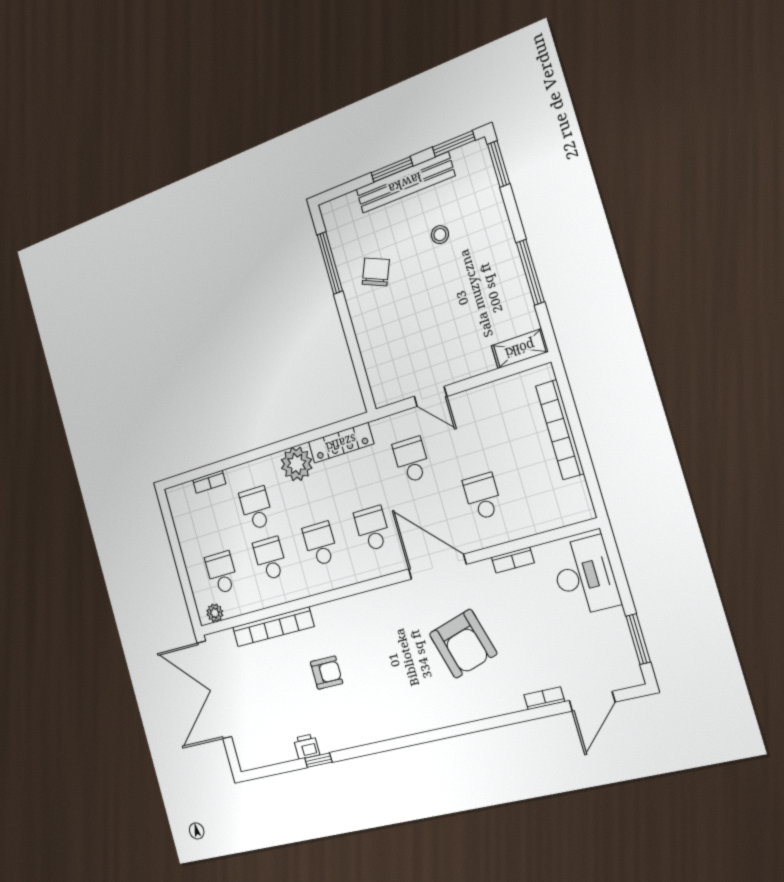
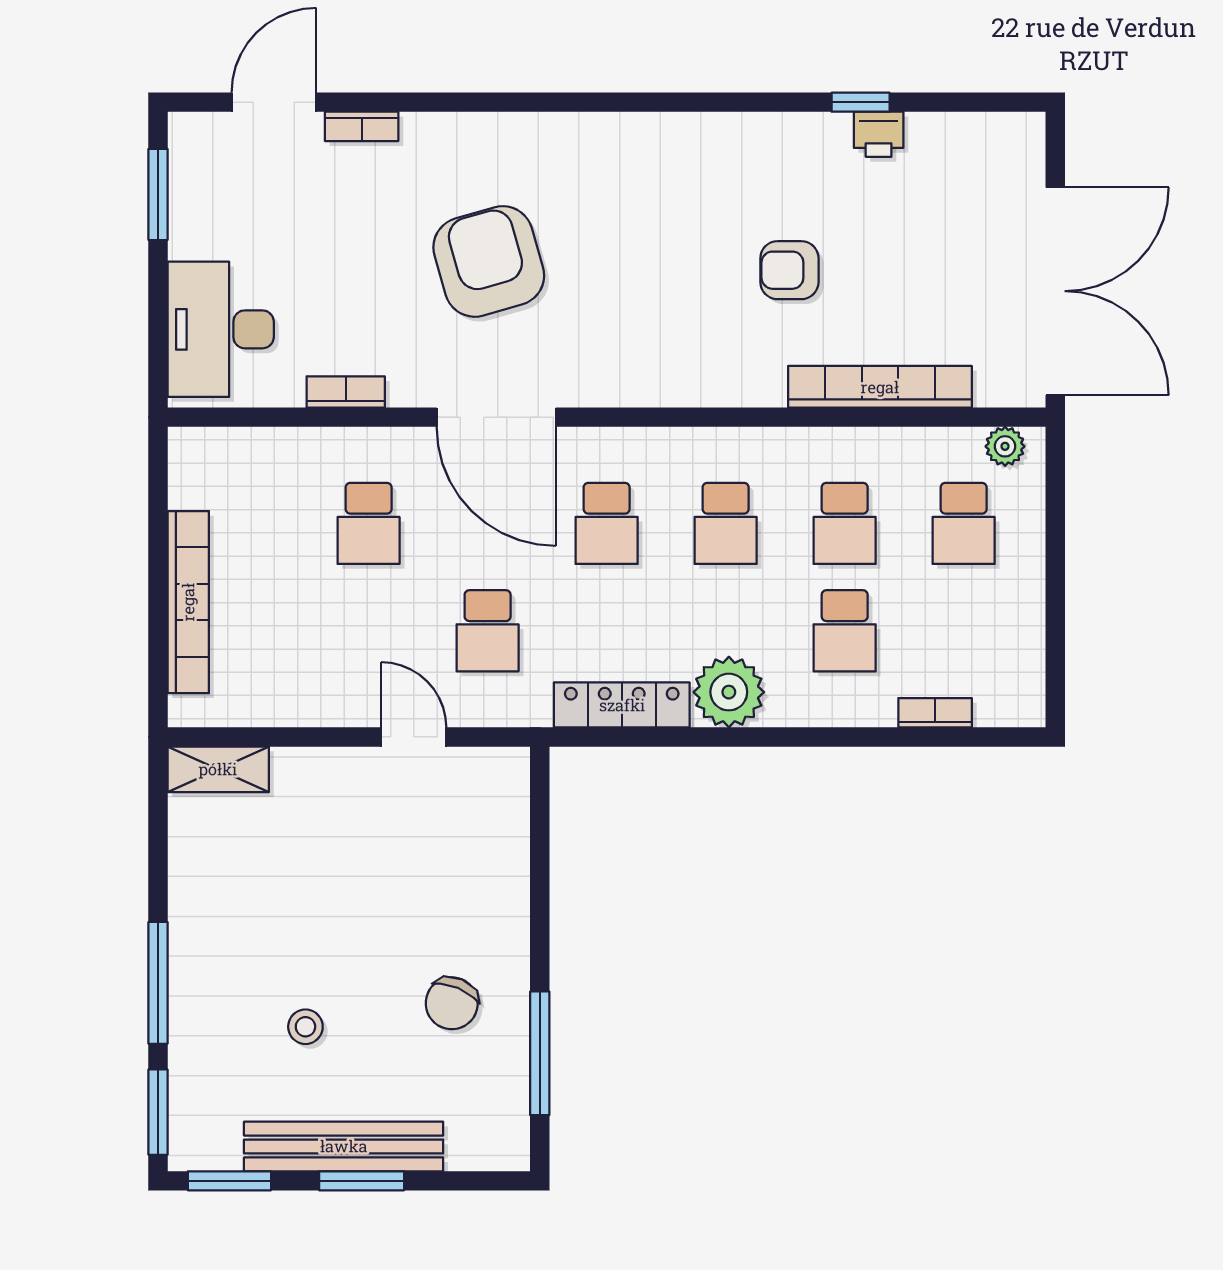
window: (530, 272) -> (158, 983), moved

